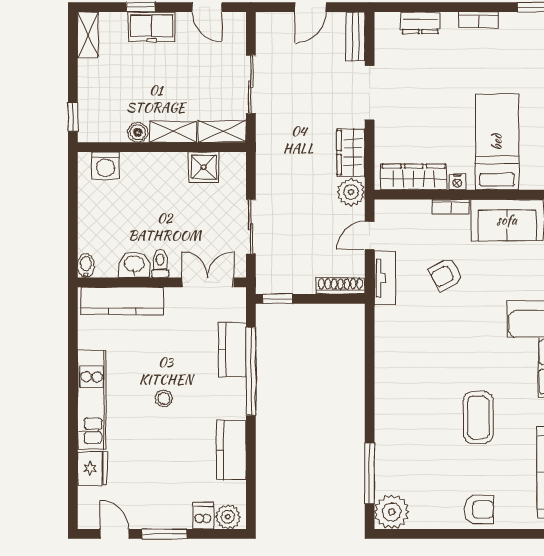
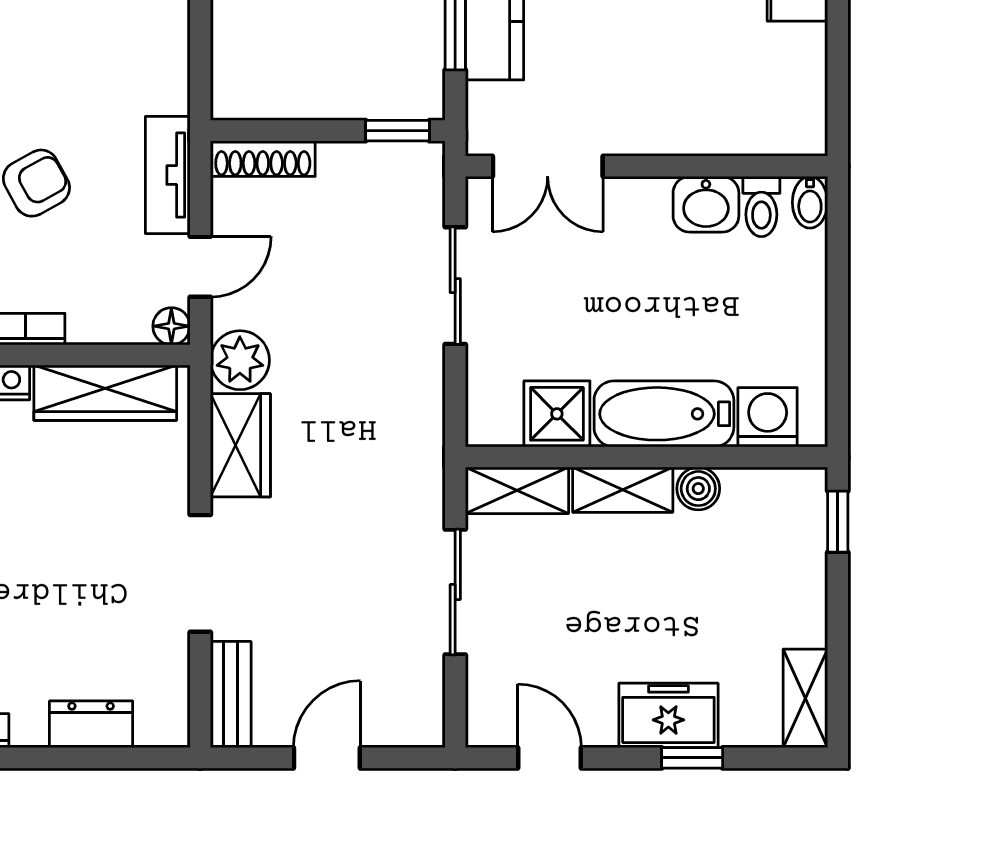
bathtub: (154, 167) -> (664, 414), added
floor lamp: (383, 208) -> (171, 326), added
toilet: (160, 264) -> (761, 207), moved
kitchen counter: (122, 301) -> (732, 127), removed

